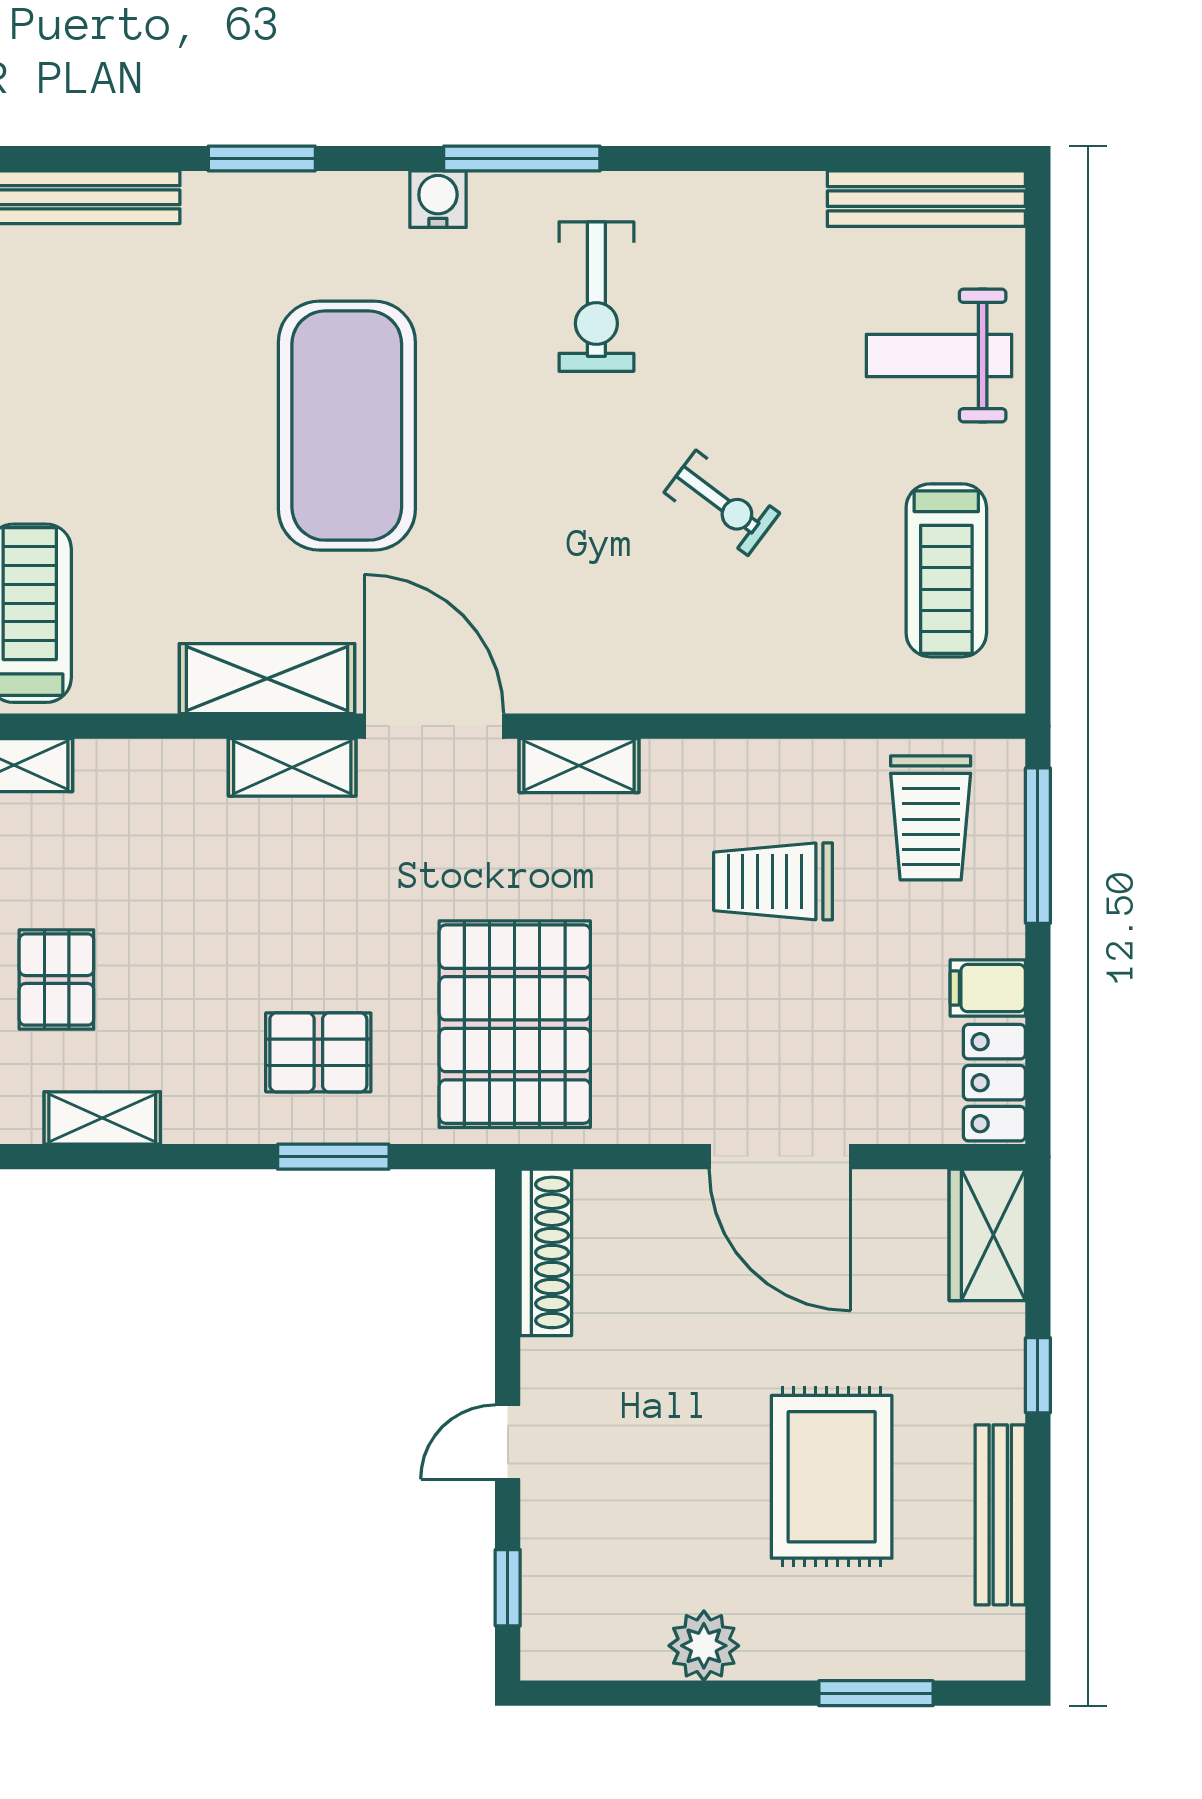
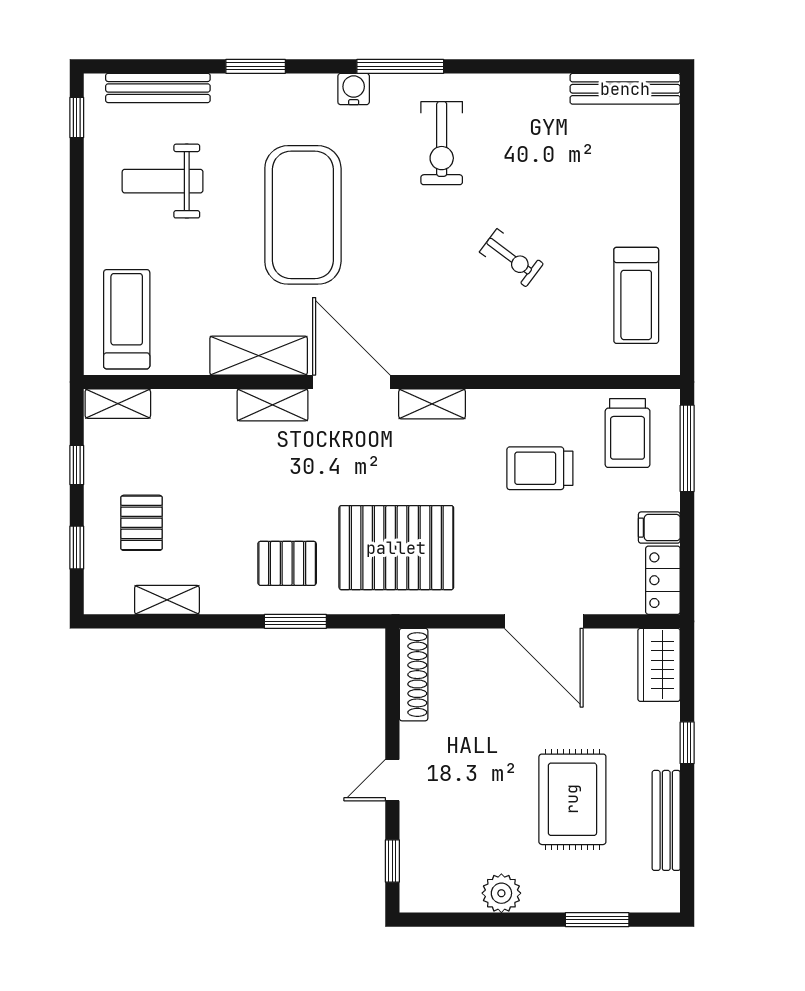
weight bench: (939, 355) -> (163, 181), moved
pallet: (515, 1024) -> (396, 548), turned 90

